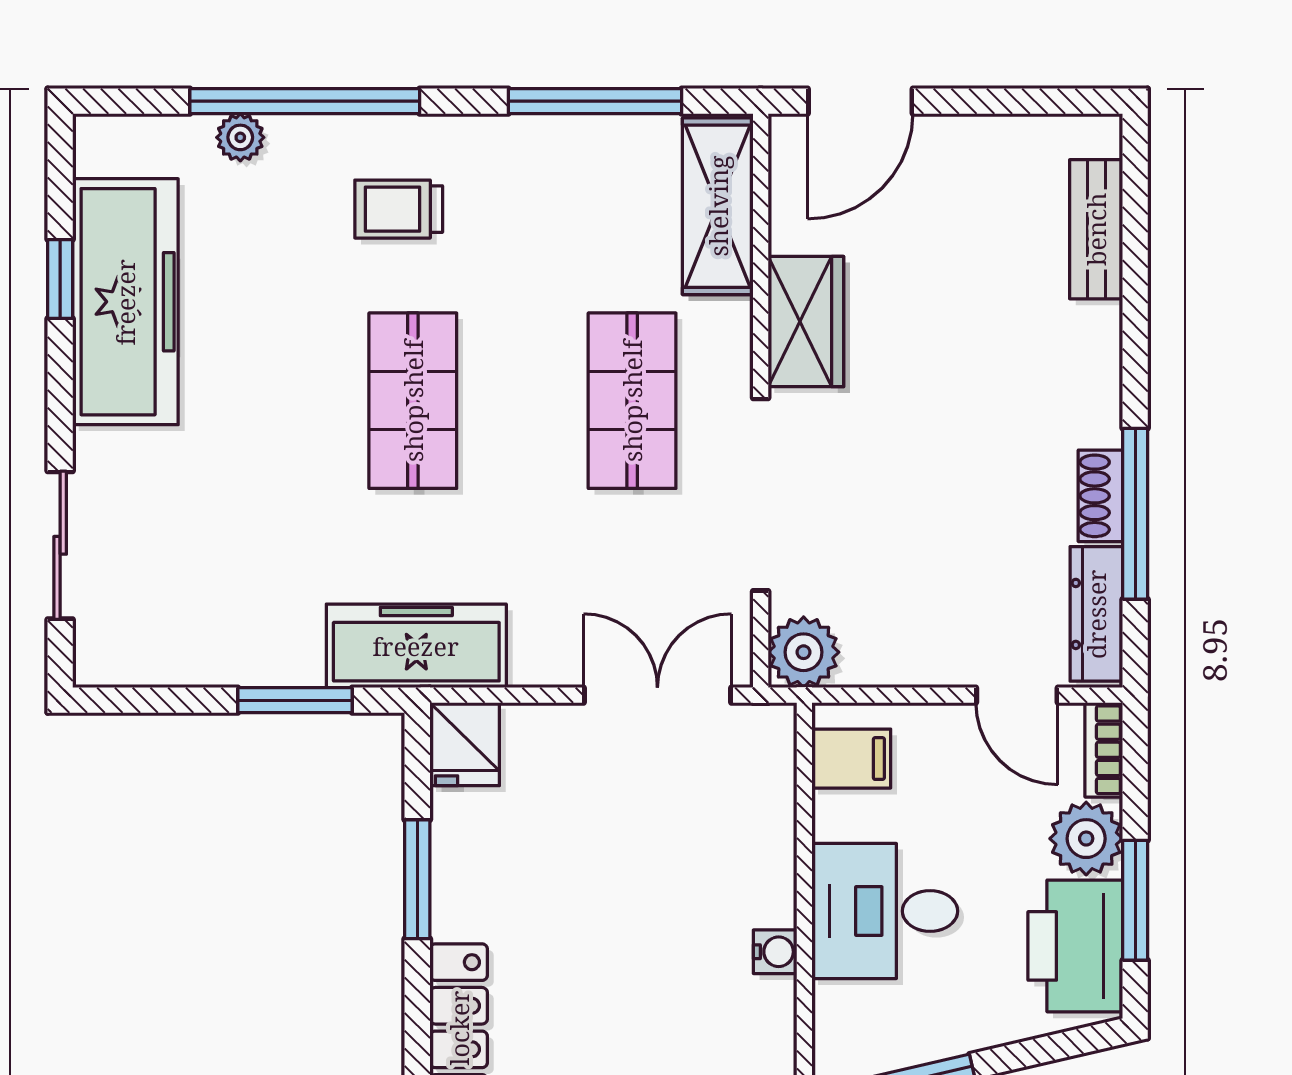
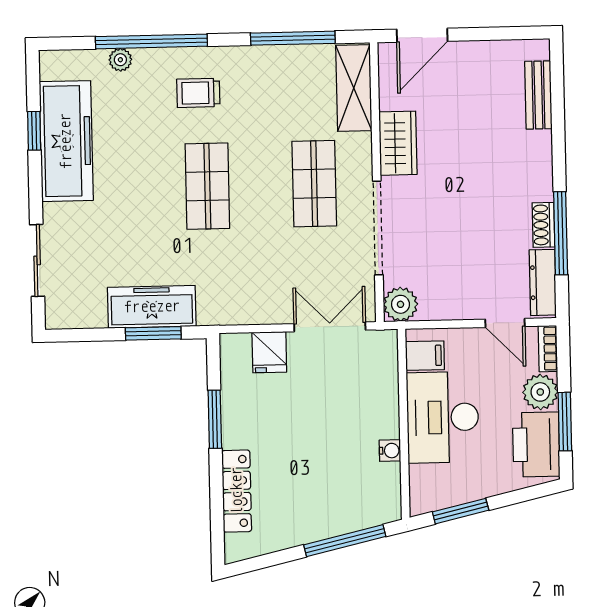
freezer: (416, 646) -> (152, 307), moved
fridge: (465, 744) -> (269, 352), moved
desk: (885, 911) -> (443, 417), width x1.37

